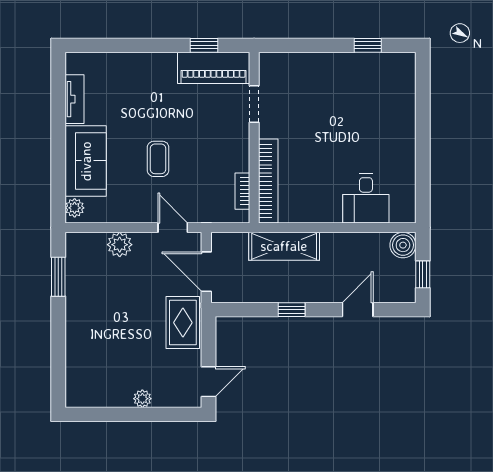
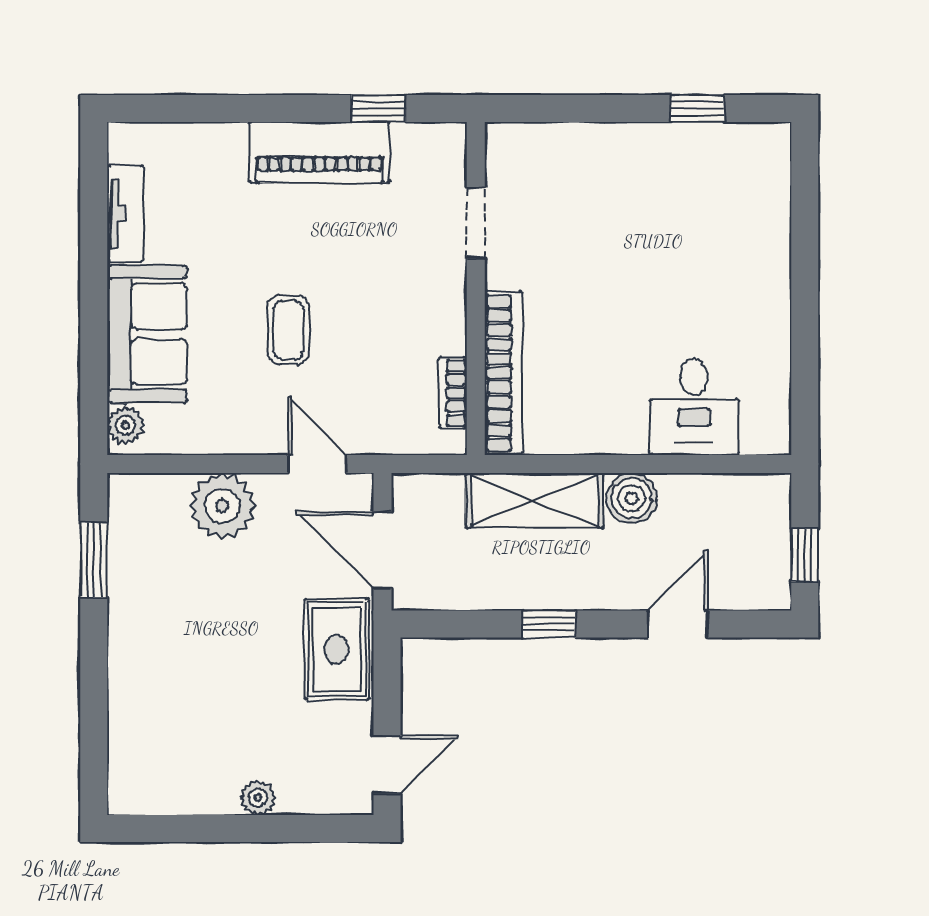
piano: (214, 68) -> (319, 152), moved
plant: (120, 245) -> (222, 506), width x1.36, depth x1.36
boiler: (403, 245) -> (632, 498), moved

